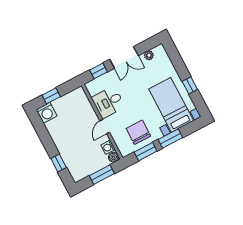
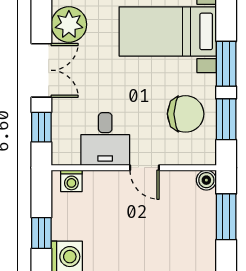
plant: (149, 55) -> (69, 24), width x1.88, depth x1.88
chair: (138, 132) -> (186, 114), turned 180
washing machine: (108, 147) -> (71, 181), moved

